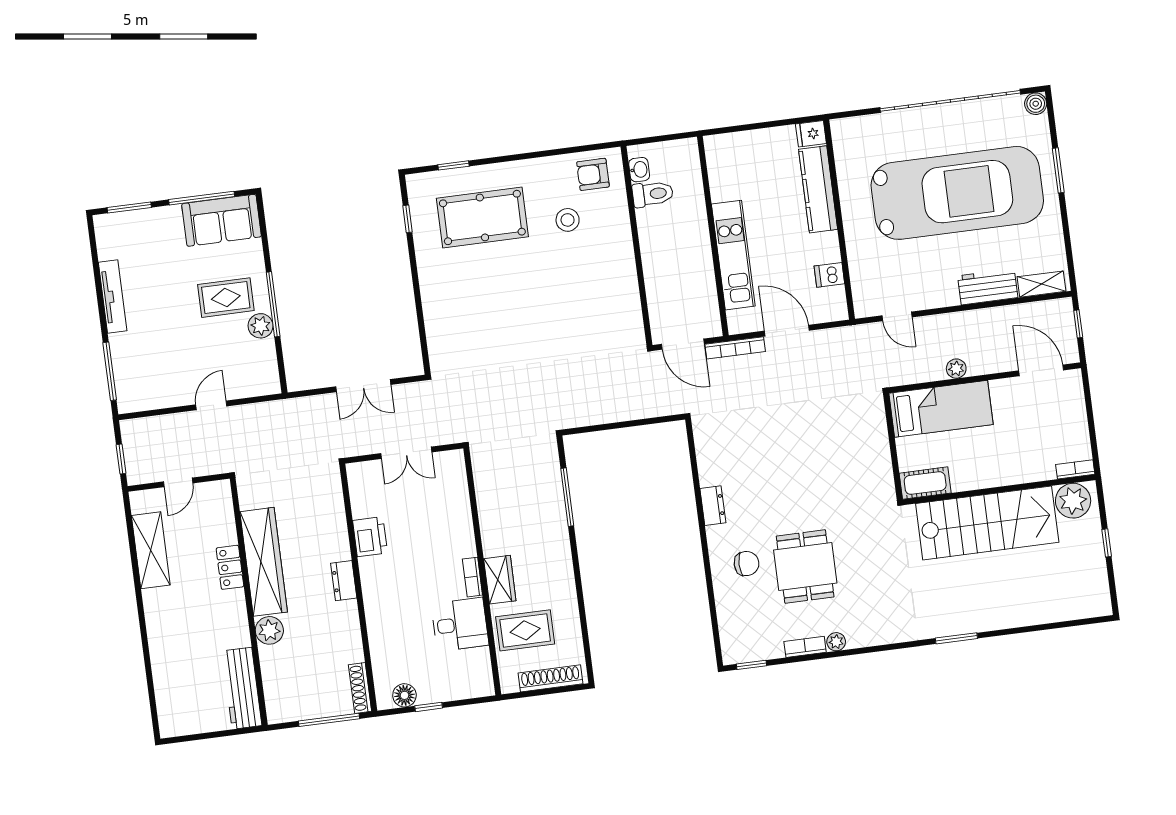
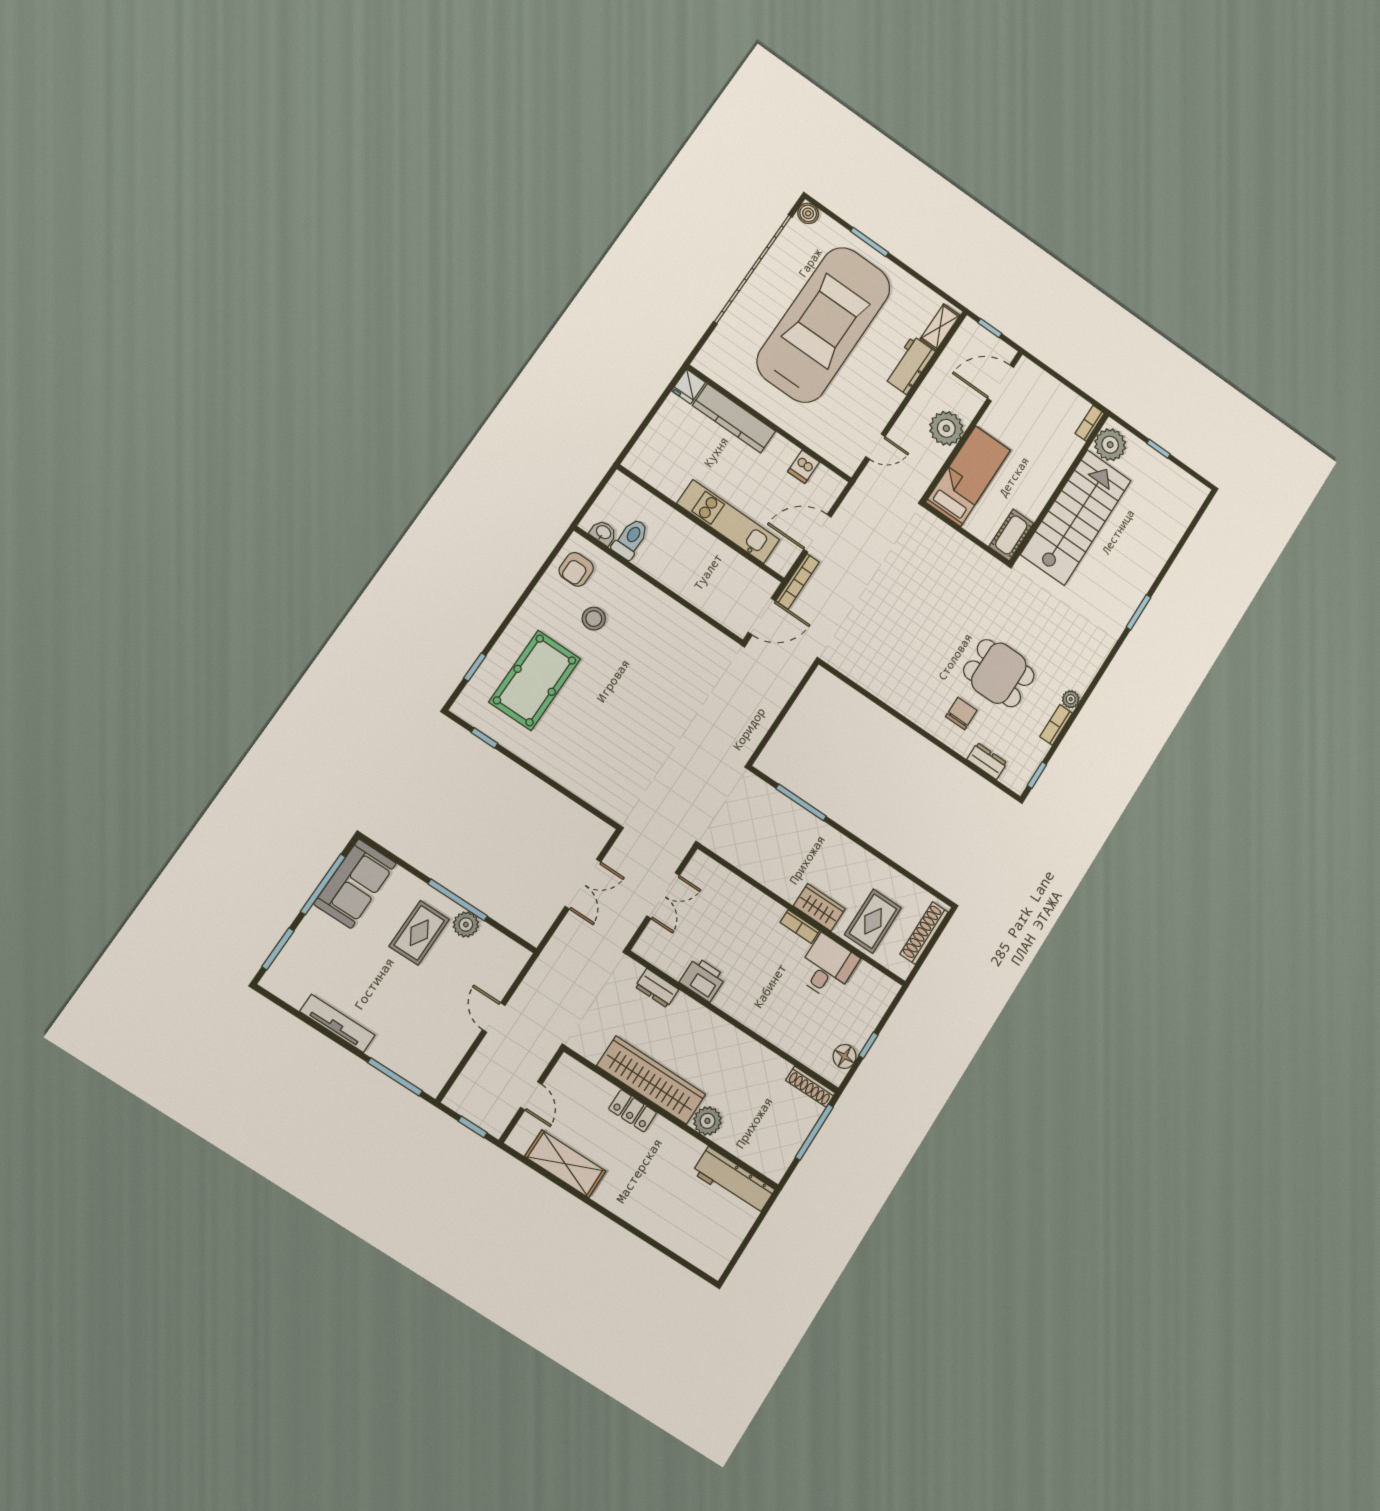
plant: (956, 369) -> (946, 428), width x1.87, depth x1.87
dresser: (713, 506) -> (987, 761), moved
dresser: (344, 581) -> (657, 988), moved

